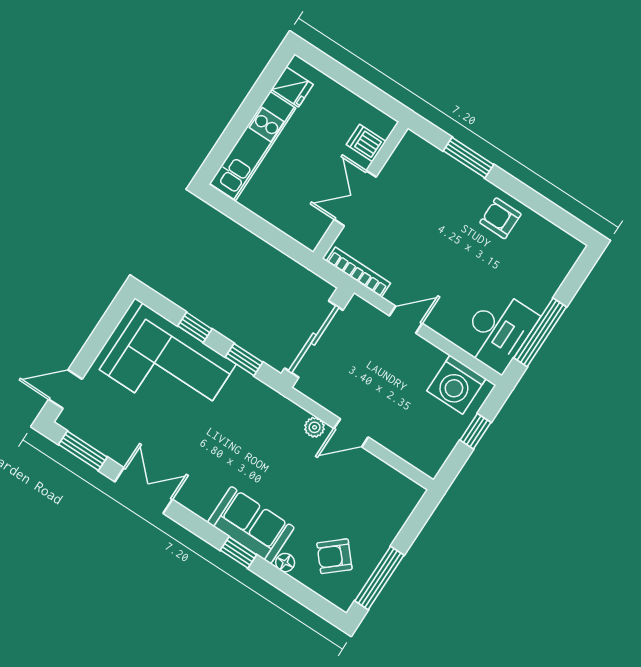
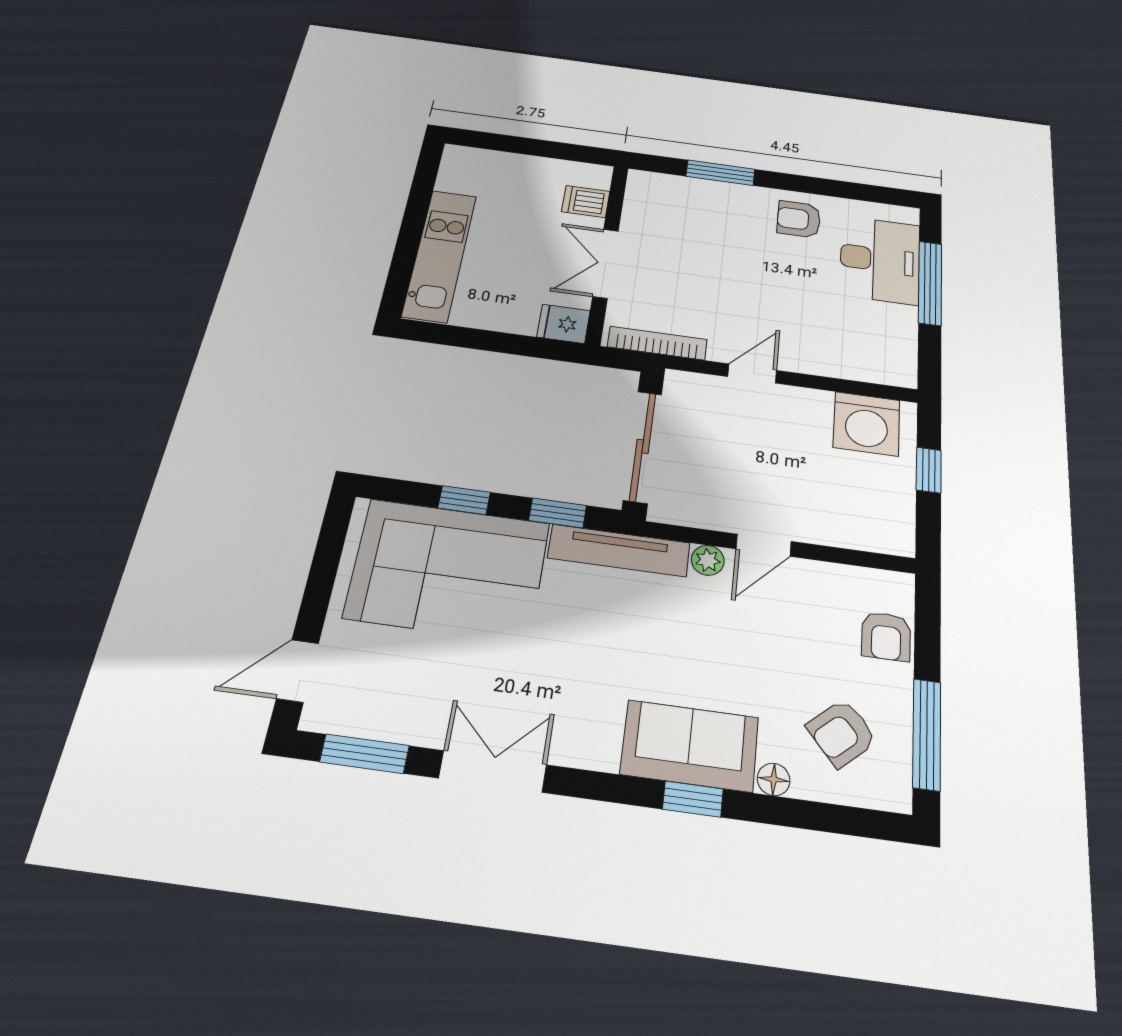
fridge: (292, 87) -> (563, 324), moved, turned 180
desk: (498, 331) -> (880, 260), moved
window: (540, 332) -> (930, 283), moved
tv unit: (268, 398) -> (619, 550), added
armchair: (390, 517) -> (886, 636), added

